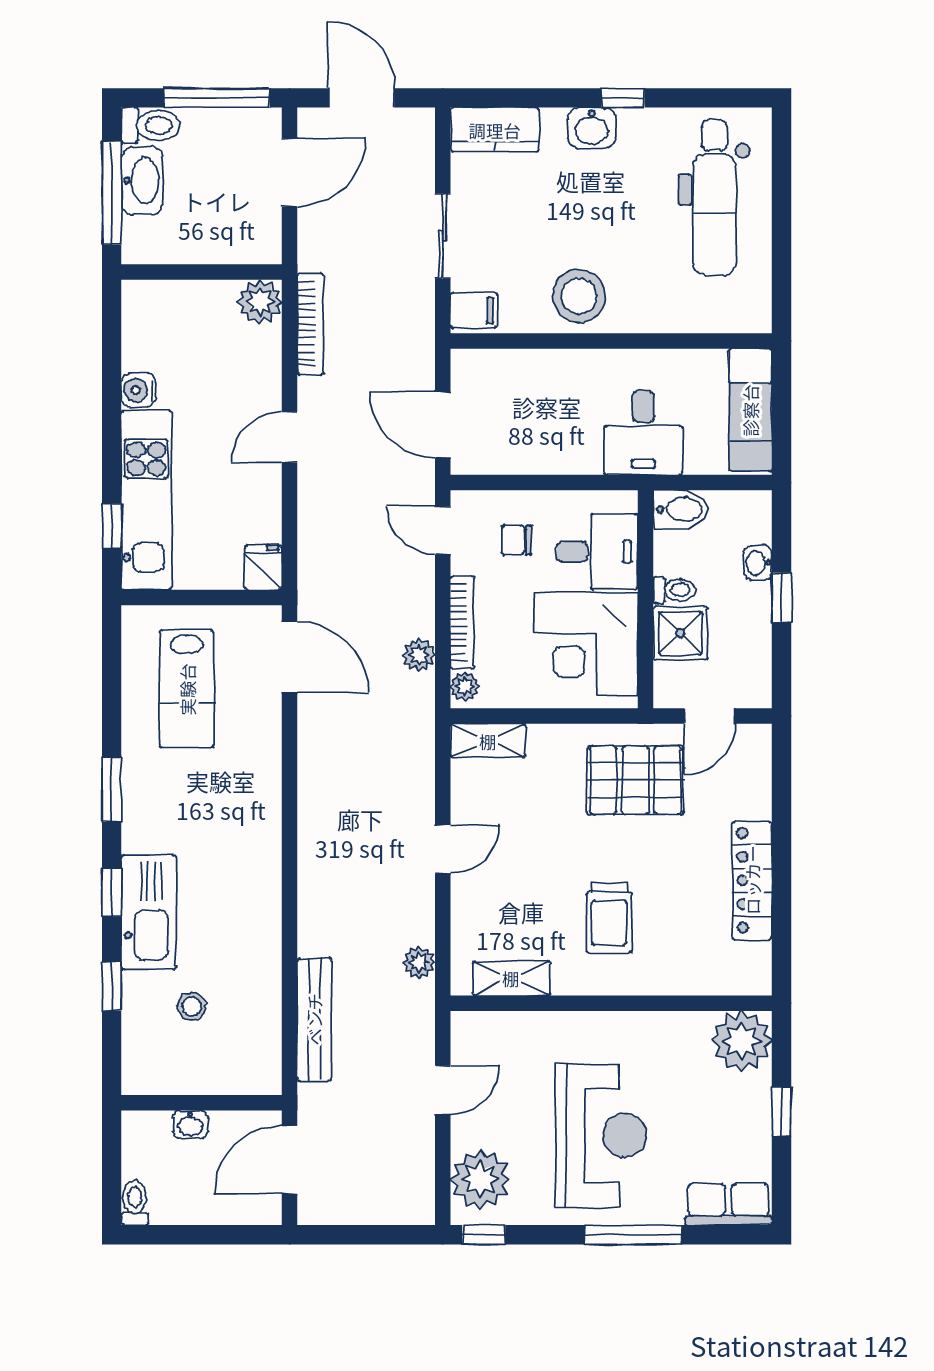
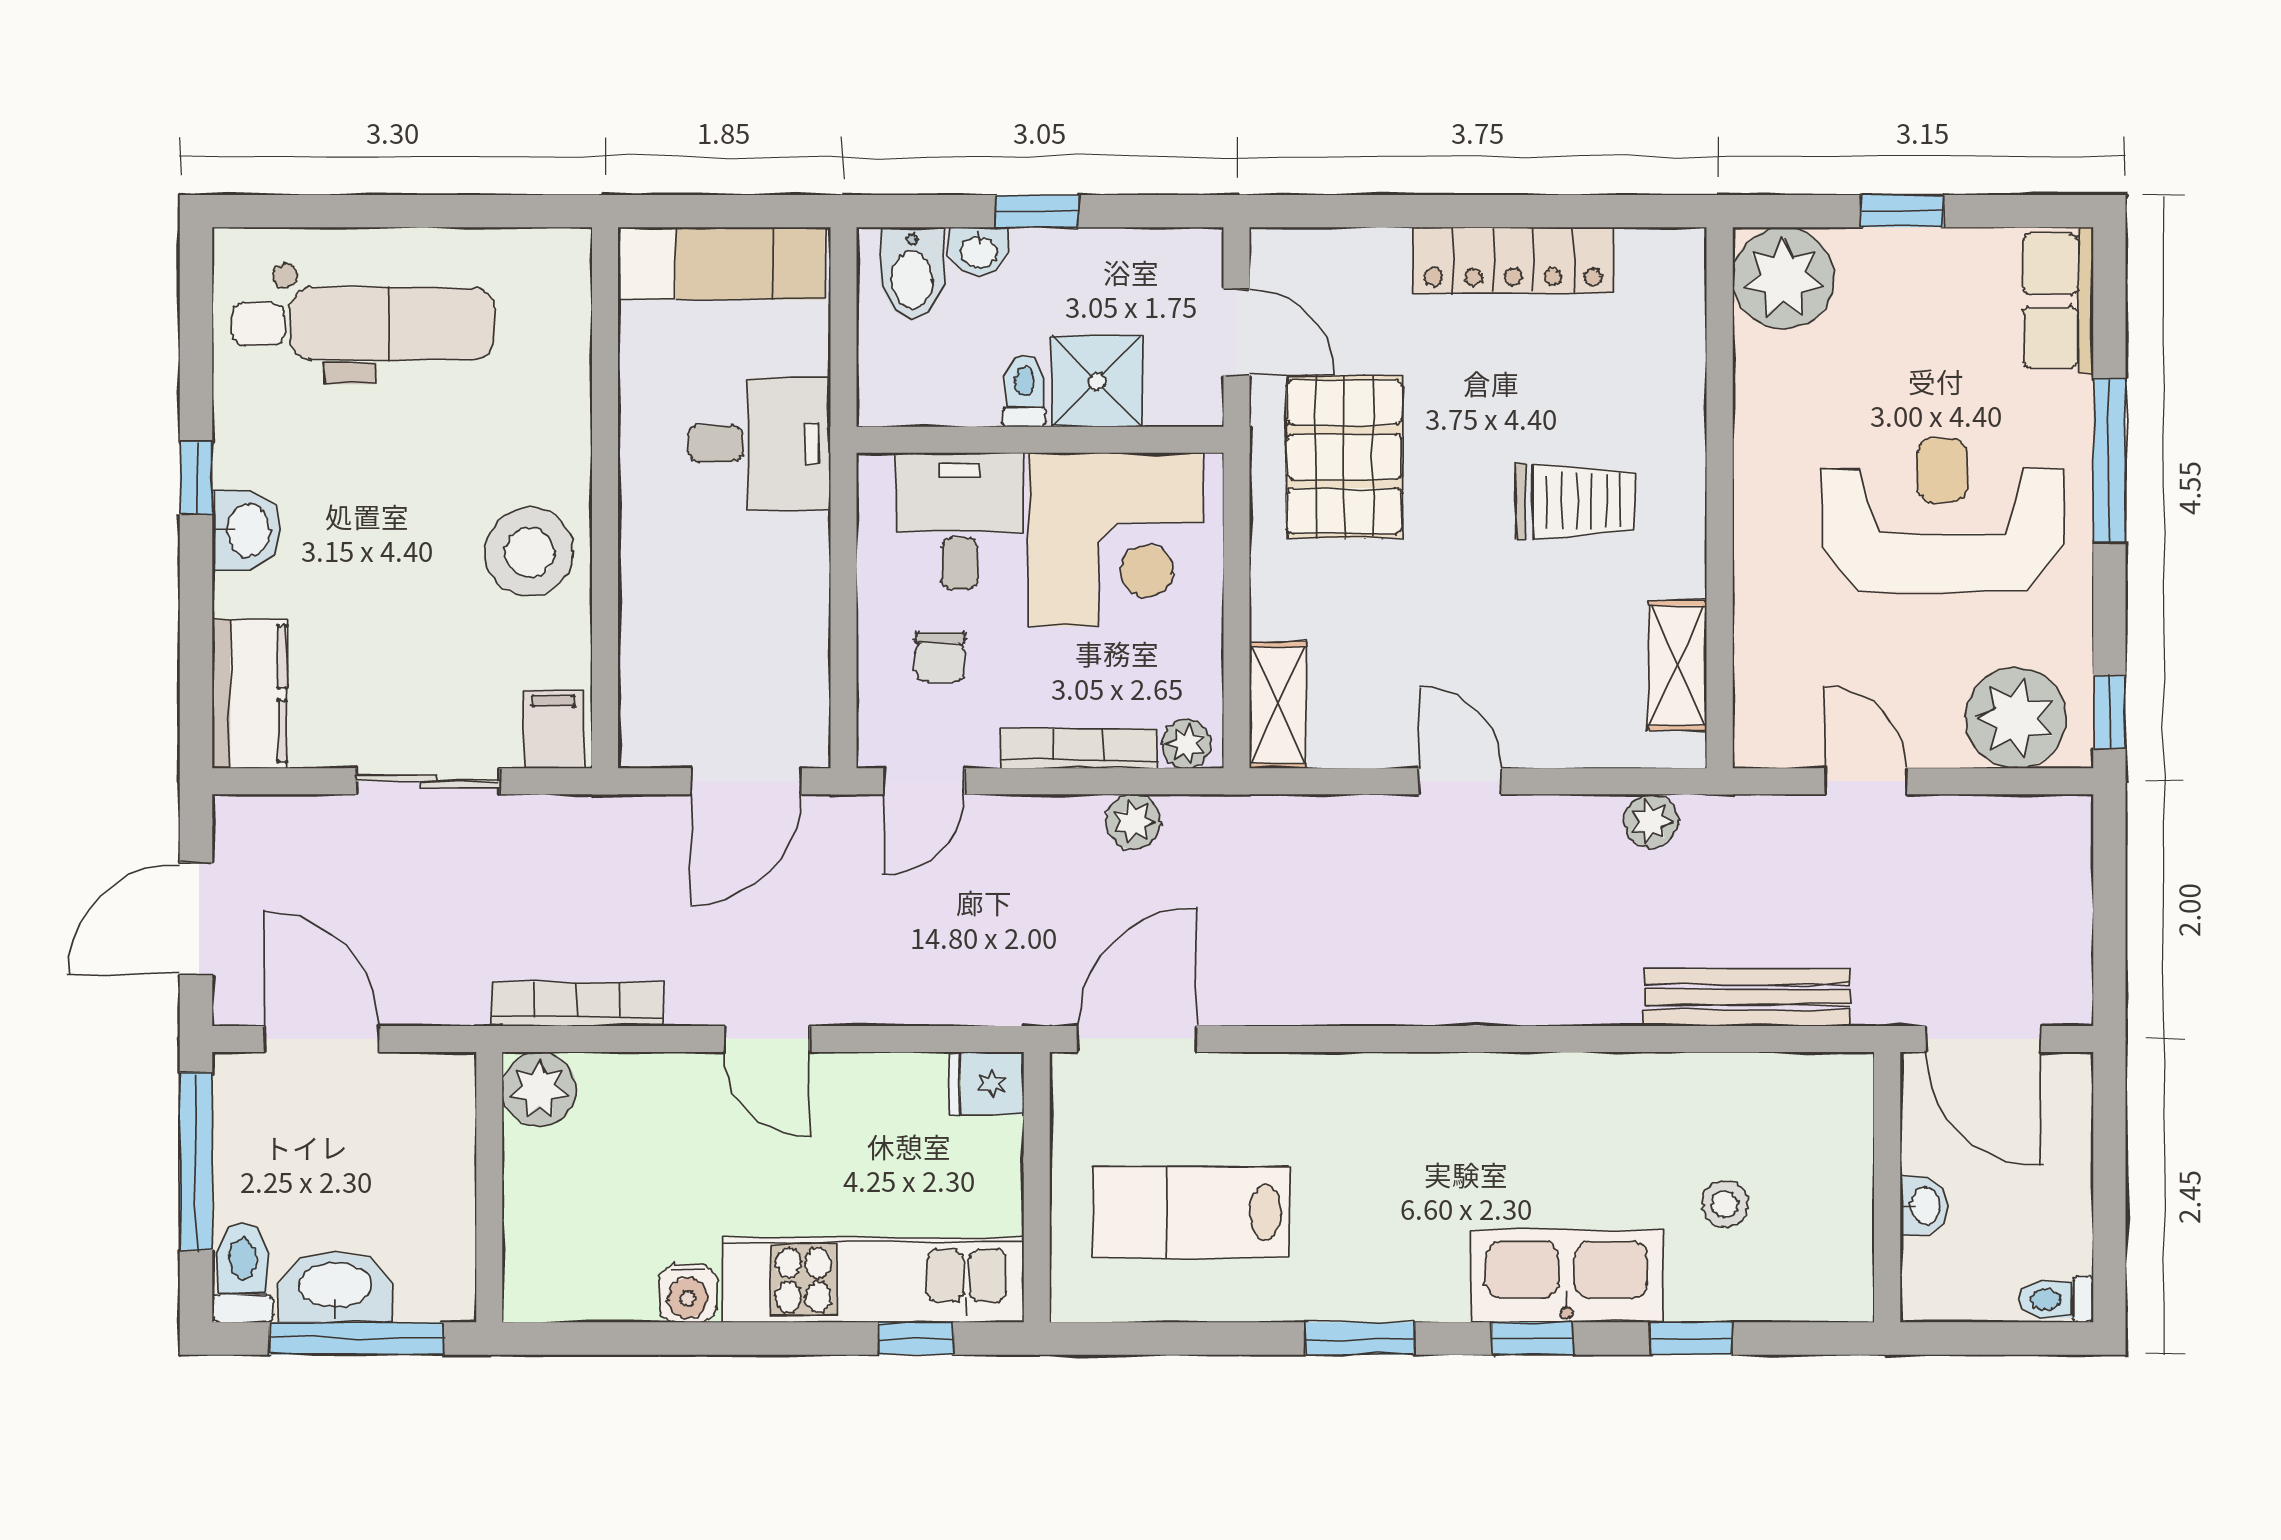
bidet: (681, 509) -> (912, 273), moved, turned 180
lab bench: (187, 689) -> (1191, 1212), turned 180

